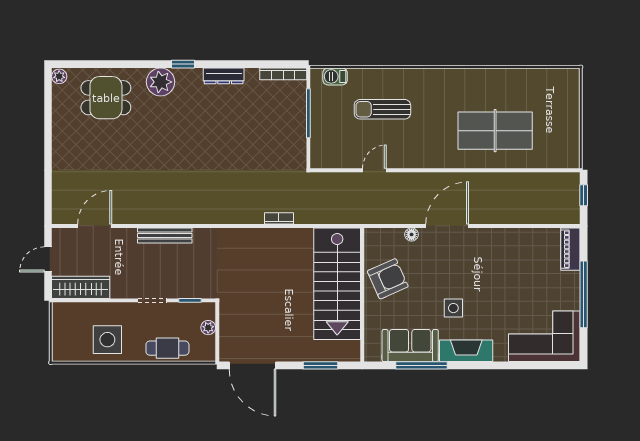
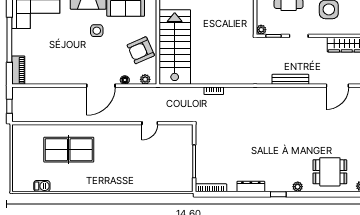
barbecue: (335, 76) -> (42, 186), moved
plant: (161, 82) -> (298, 187), width x0.53, depth x0.53
sun lounger: (382, 109) -> (144, 164), removed
plant: (381, 235) -> (145, 79), added
plant: (208, 328) -> (261, 30), moved

